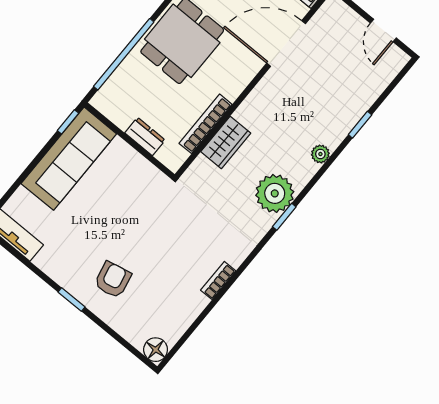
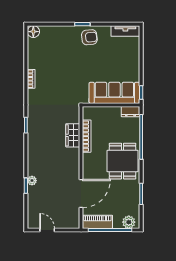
dresser: (145, 136) -> (130, 112), moved
plant: (320, 154) -> (32, 181), moved
sofa: (69, 159) -> (114, 93), moved, turned 90
plant: (275, 193) -> (37, 131), removed
armchair: (113, 280) -> (89, 37), moved, turned -84

